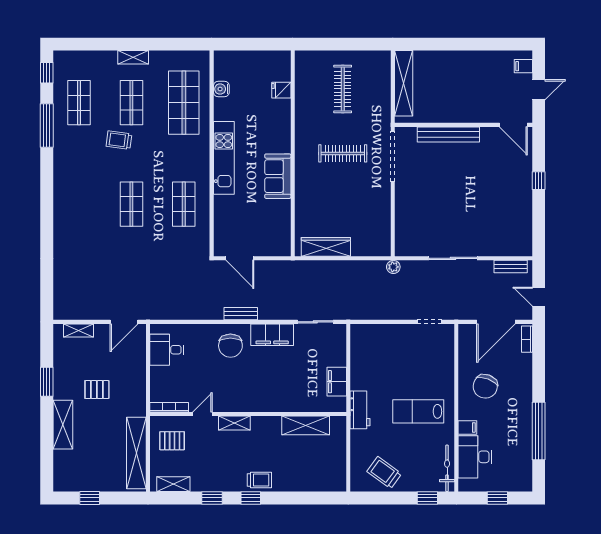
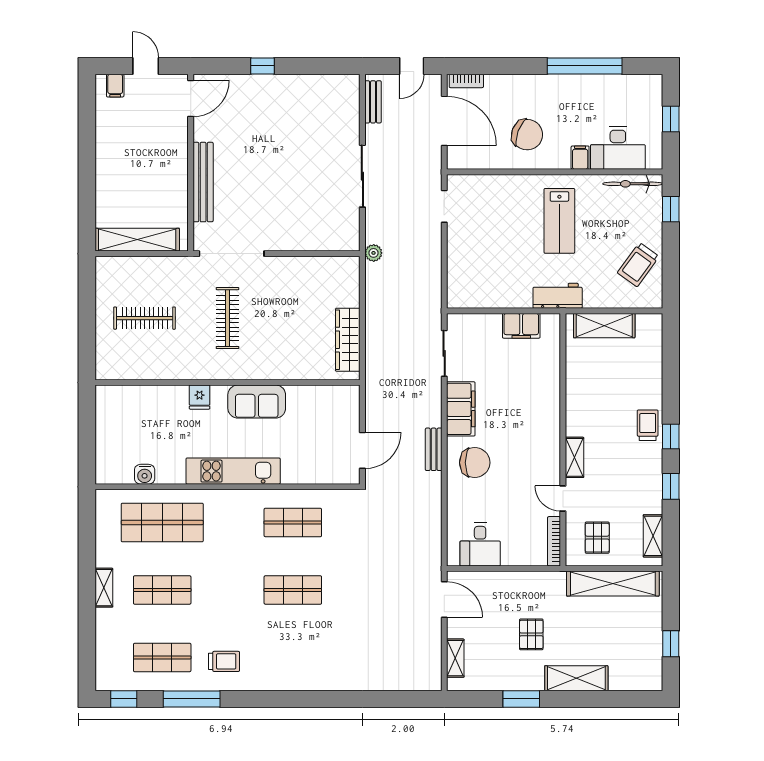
fridge: (281, 90) -> (200, 397), moved
trolley: (119, 140) -> (224, 661), moved, turned -98
shelving: (306, 425) -> (604, 326), moved, turned 90

